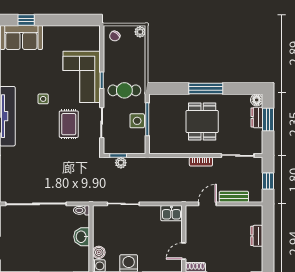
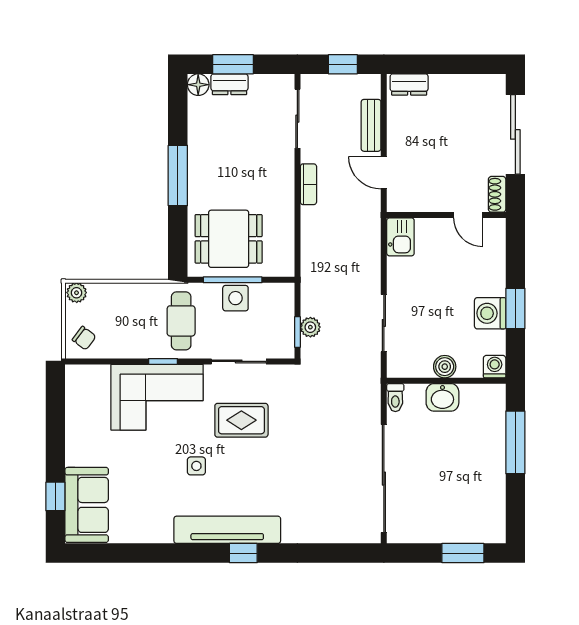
dining table: (202, 122) -> (229, 239), moved
dresser: (257, 236) -> (409, 85), moved
boiler: (99, 252) -> (445, 367), moved

